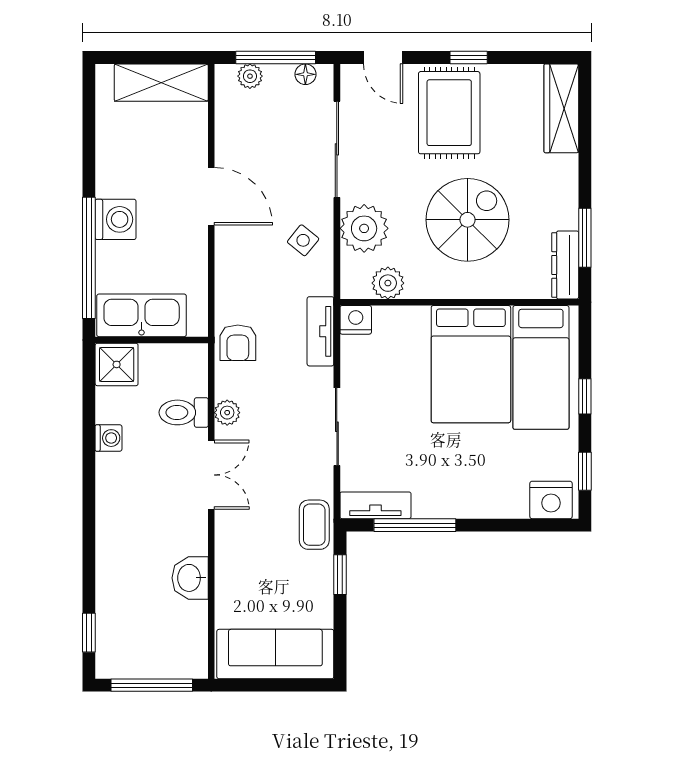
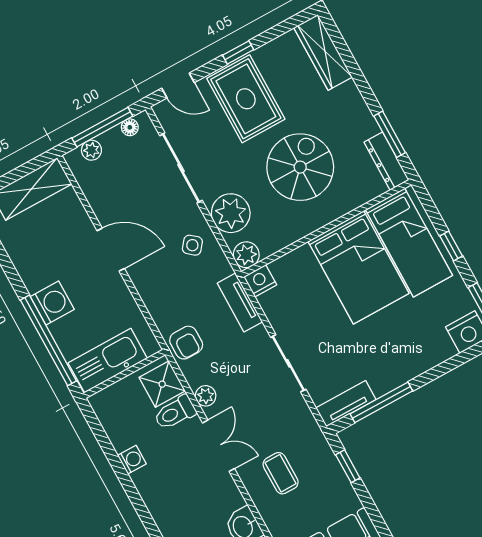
plant: (388, 283) -> (246, 255), moved
shower: (117, 364) -> (162, 384), moved
coffee table: (314, 525) -> (281, 473), moved

